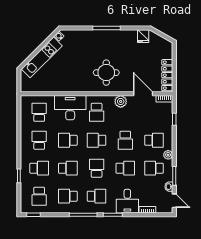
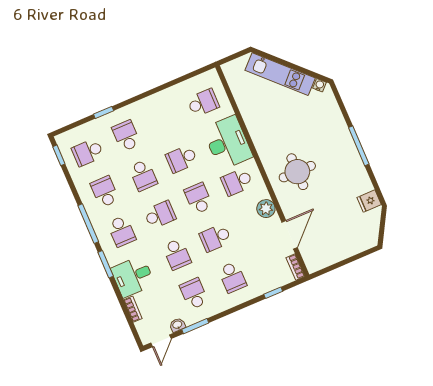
locker: (167, 75) -> (330, 257), removed
school desk: (39, 140) -> (165, 119), removed
school desk: (68, 140) -> (182, 159), turned -90
plant: (168, 155) -> (221, 305), removed
school desk: (39, 168) -> (126, 136), turned 180

